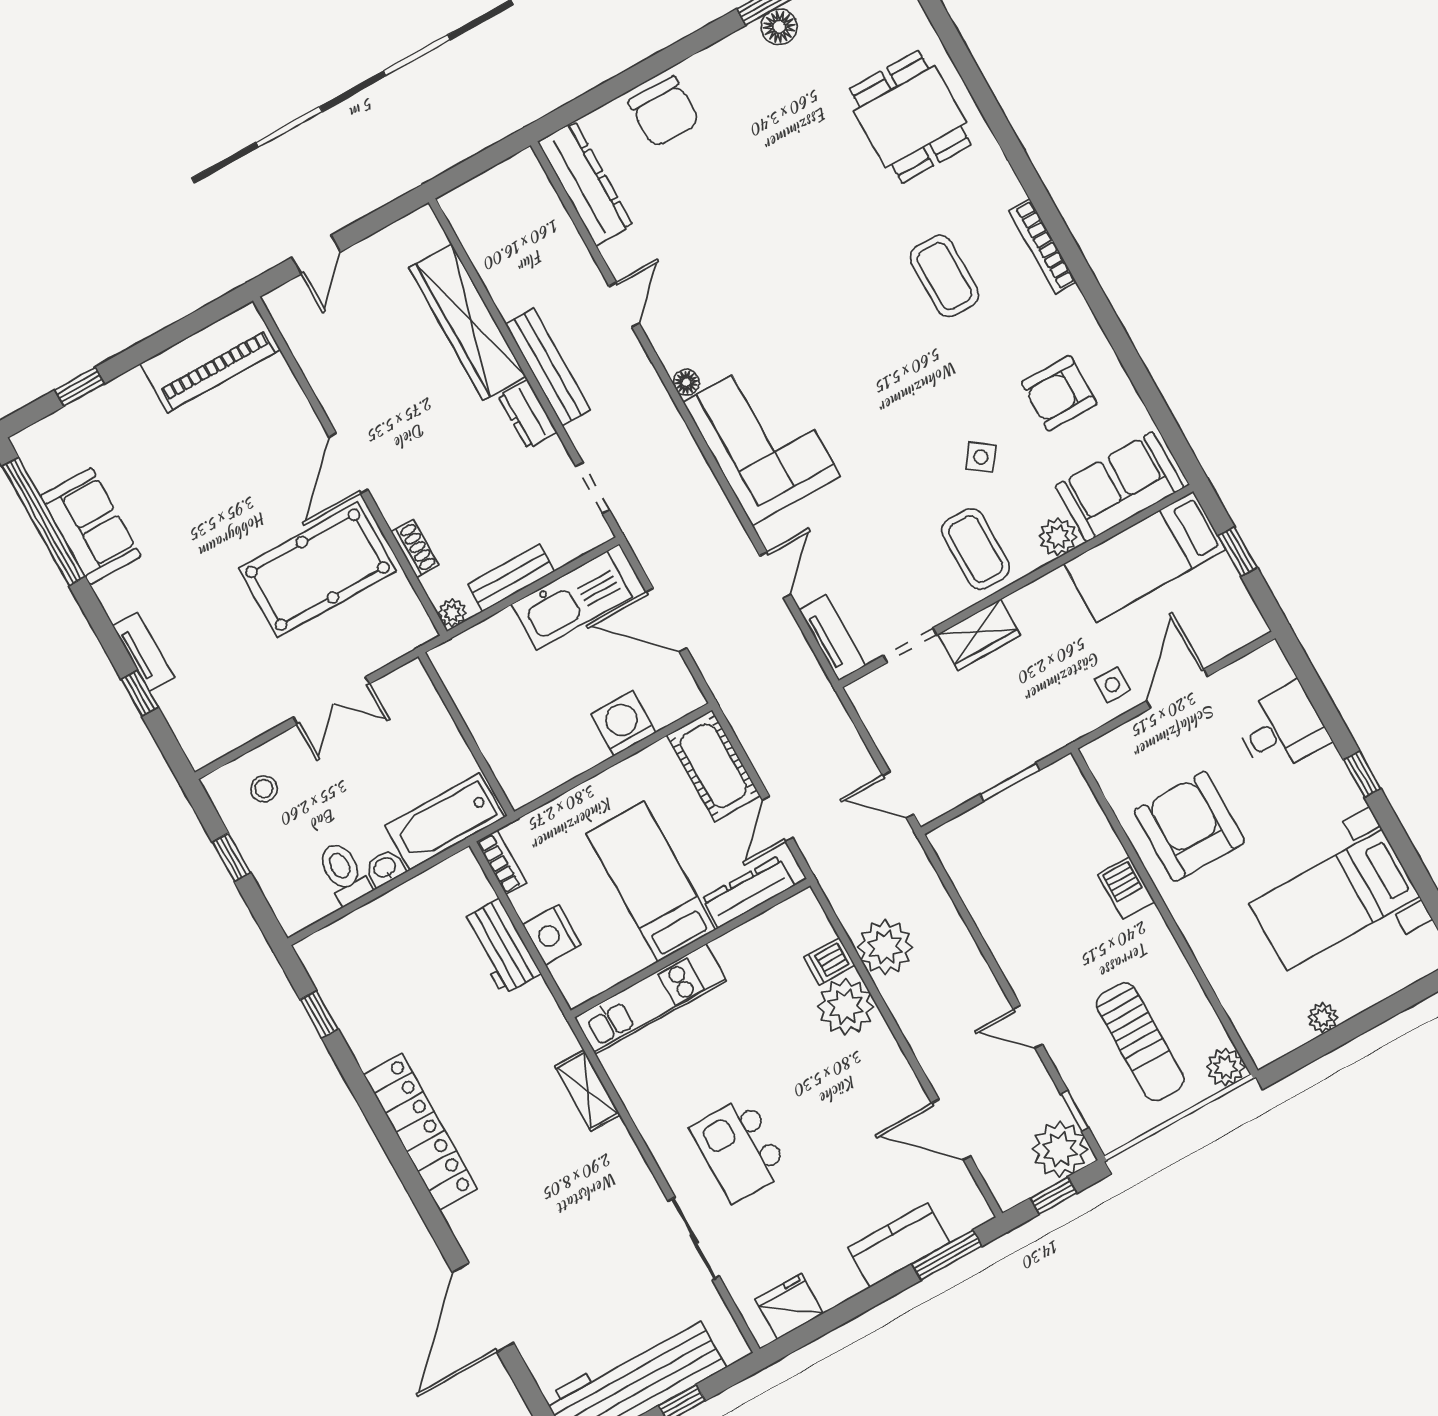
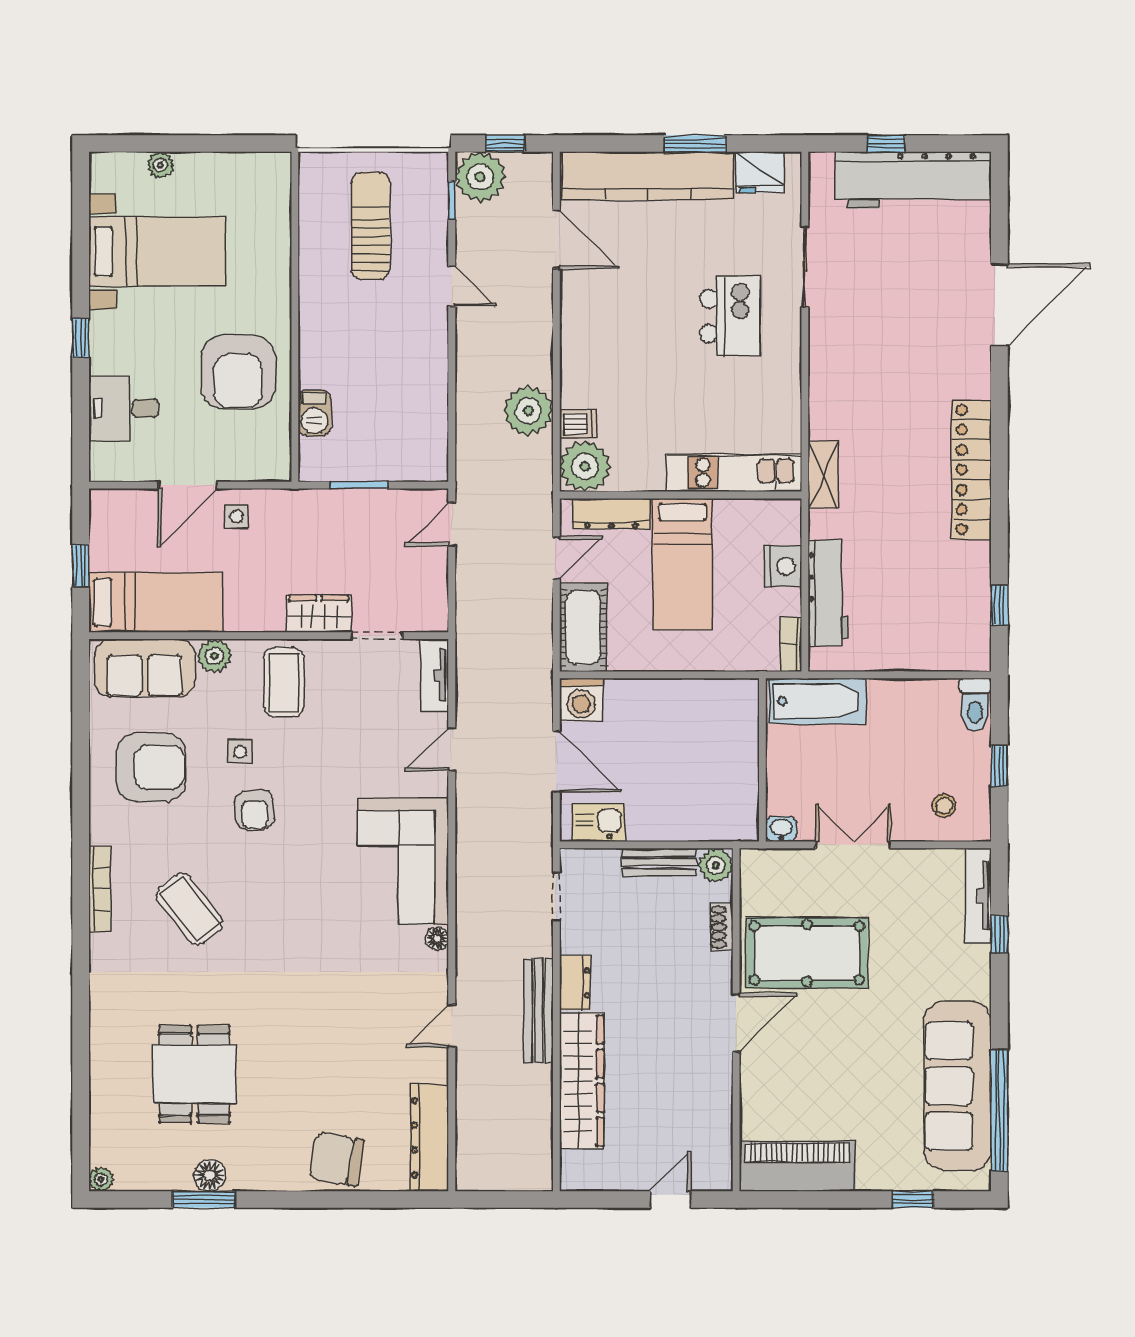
chair: (664, 112) -> (337, 1159), turned -80
dining table: (910, 117) -> (194, 1074), moved
coffee table: (944, 276) -> (189, 909), turned -38
armchair: (1059, 393) -> (151, 767), width x1.36, depth x1.36
armchair: (935, 408) -> (254, 810), added
side table: (981, 457) -> (240, 752), turned -37
sofa: (91, 526) -> (958, 1086), width x1.85, depth x1.27
kitchen sink: (572, 600) -> (599, 823), width x0.53, depth x0.81
plant: (452, 613) -> (716, 865), width x1.38, depth x1.38
tv unit: (143, 652) -> (978, 895), moved, width x1.41
washing machine: (623, 723) -> (581, 700), moved
door: (898, 795) -> (452, 524), swing flipped
washbasin: (385, 868) -> (781, 829), moved, turned 180
toilet: (344, 873) -> (975, 705), moved
barbecue: (1126, 888) -> (315, 413), moved
workbench: (501, 947) -> (828, 593), width x1.38
plant: (846, 1006) -> (585, 466), moved
plant: (1323, 1018) -> (160, 165), moved
plant: (1225, 1067) -> (315, 169), removed
shelving: (587, 1090) -> (823, 475), moved
kitchen counter: (899, 1245) -> (648, 176), width x2.08, depth x1.17
window: (947, 1255) -> (695, 144), moved

